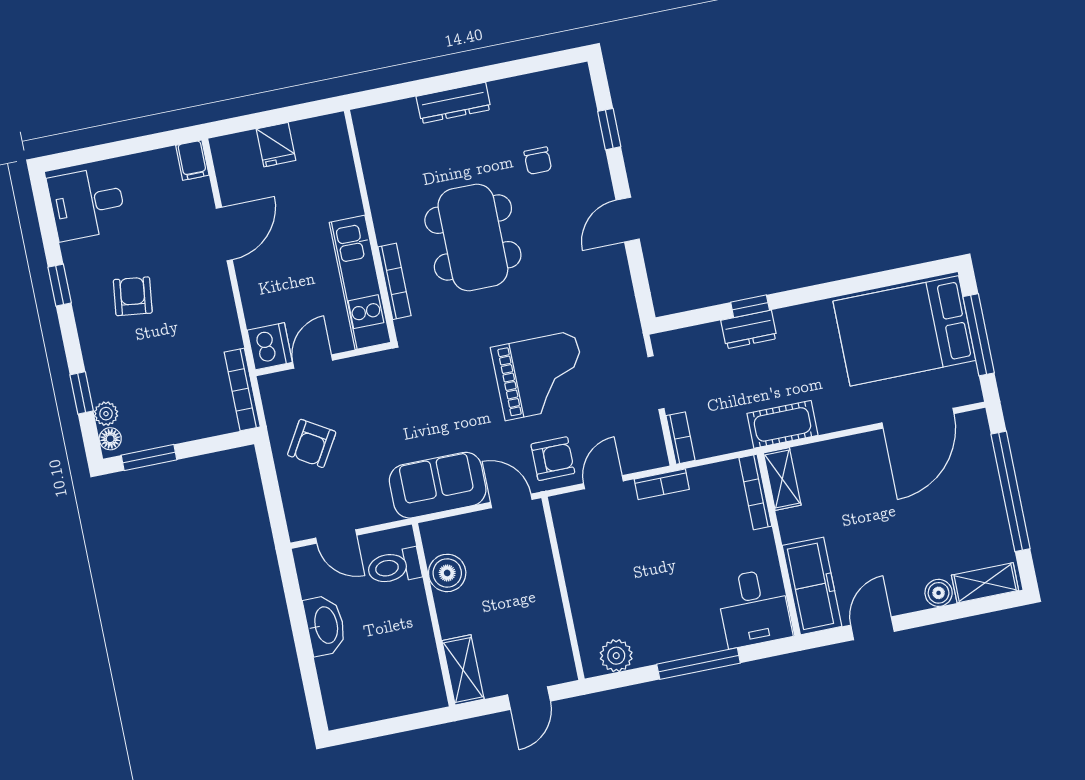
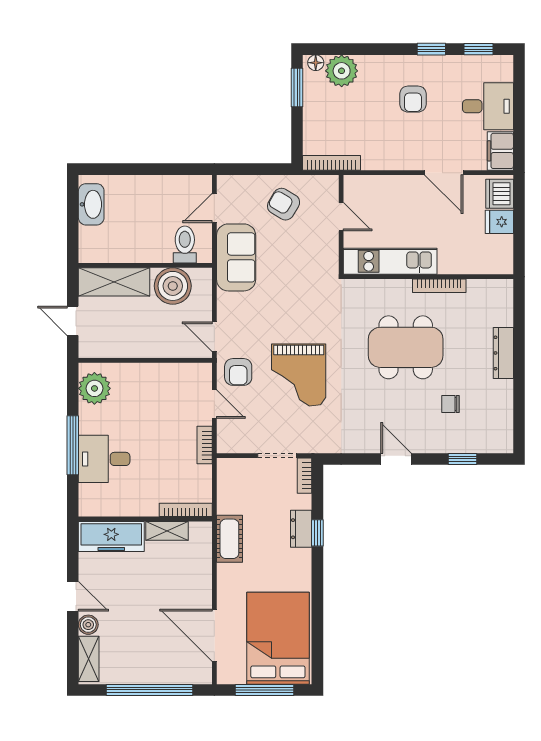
filing cabinet: (192, 160) -> (500, 151), width x2.00
desk: (87, 203) -> (488, 106), moved, turned 90
bookcase: (395, 281) -> (439, 286), moved
armchair: (133, 296) -> (413, 99), turned 83
dishwasher: (270, 346) -> (500, 194), moved, turned 90
window: (82, 393) -> (478, 49), moved
plant: (106, 414) -> (342, 71), width x1.87, depth x1.87
bookcase: (681, 438) -> (305, 476), moved, turned 90
shelving: (782, 479) -> (167, 531), moved
sofa: (438, 485) -> (236, 257), moved
door: (511, 501) -> (214, 337), swing flipped
boiler: (447, 573) -> (173, 286), width x1.37, depth x1.37
desk: (754, 608) -> (104, 459), moved
washbasin: (325, 625) -> (91, 204), moved, turned -90
door: (872, 628) -> (73, 596), moved
plant: (616, 656) -> (94, 388), width x1.36, depth x1.36
shelving: (463, 670) -> (114, 282), width x1.50, depth x1.33

